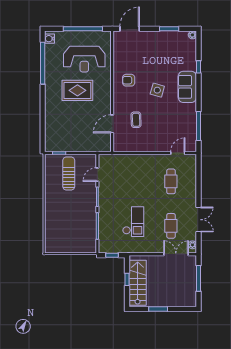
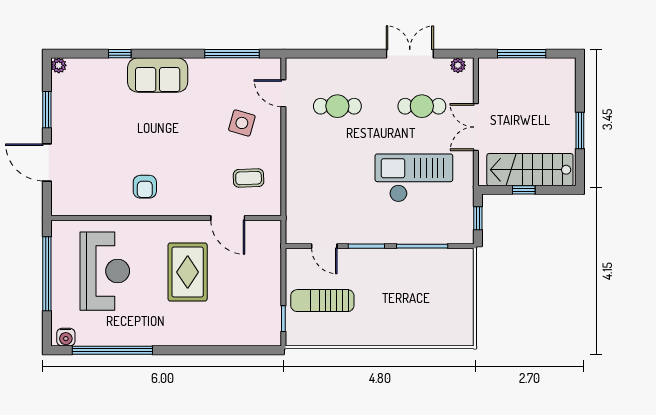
door: (130, 29) -> (47, 162), moved
rug: (77, 90) -> (188, 272), moved
side table: (157, 90) -> (242, 123), moved
coffee table: (136, 120) -> (249, 178), moved
checkout: (133, 222) -> (414, 178), width x1.36, depth x1.21
double door: (176, 254) -> (476, 127), moved

